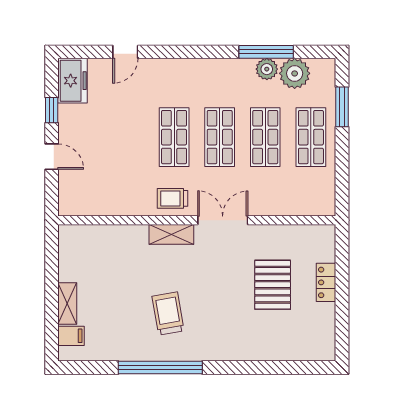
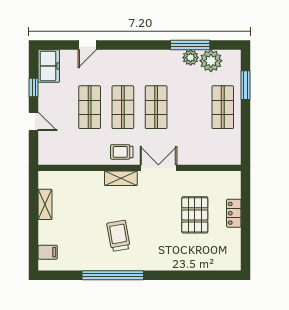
shop shelf: (265, 137) -> (90, 107), moved
shelving: (67, 304) -> (45, 204), moved

